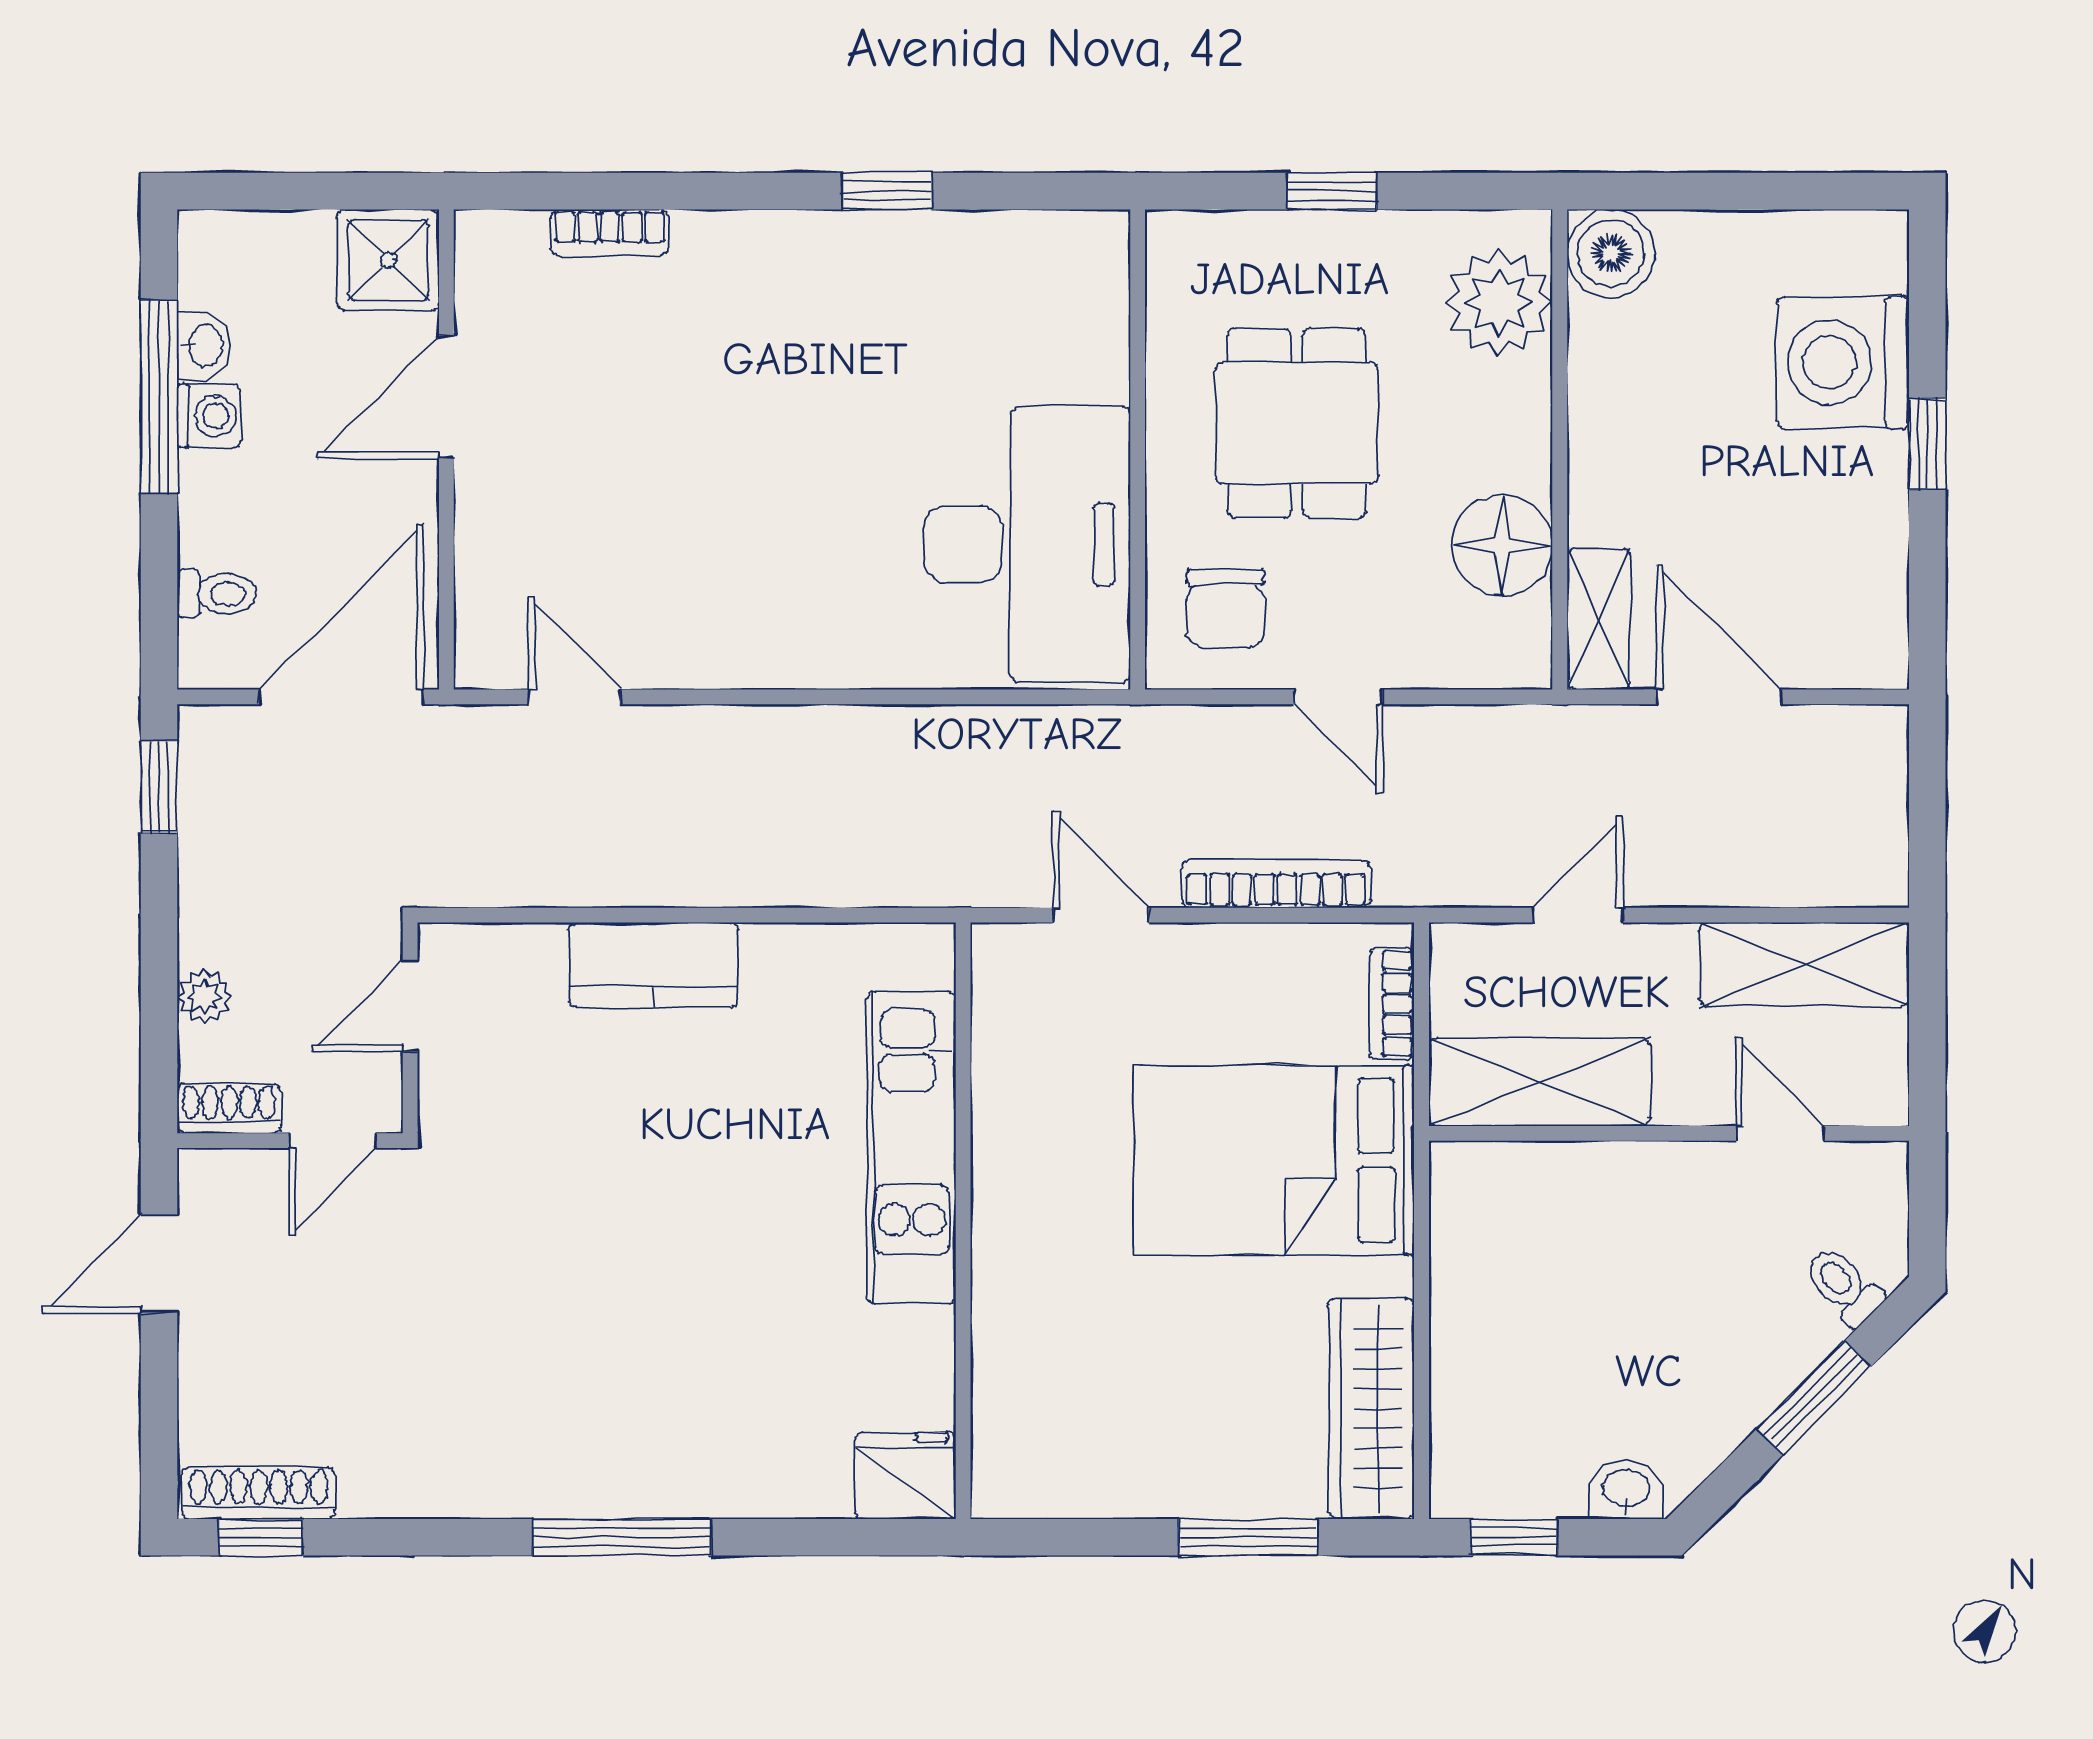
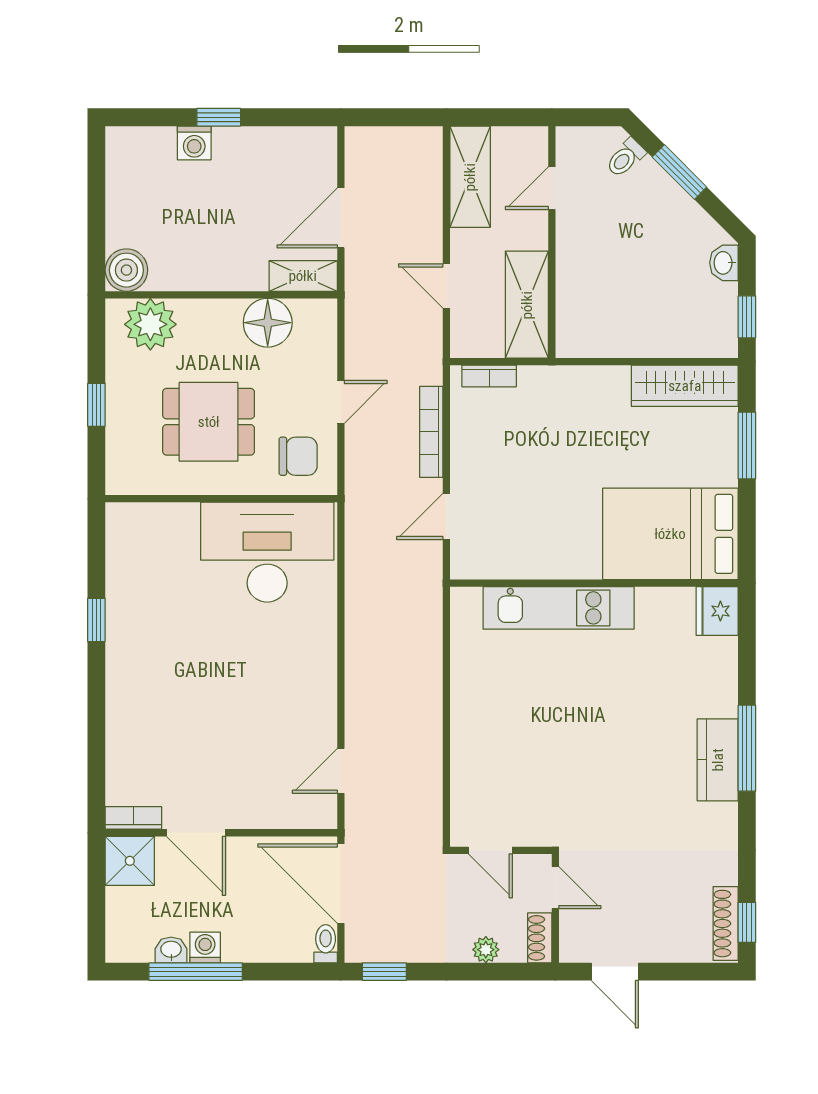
bookcase: (610, 233) -> (133, 818), moved, turned -90
washing machine: (1843, 362) -> (194, 143), width x0.53, depth x0.53
toilet: (217, 594) -> (326, 944), moved
kitchen counter: (654, 965) -> (718, 760), moved, turned 180
bed: (1274, 1160) -> (670, 534), moved, turned 90

